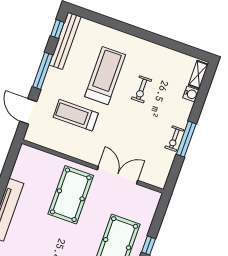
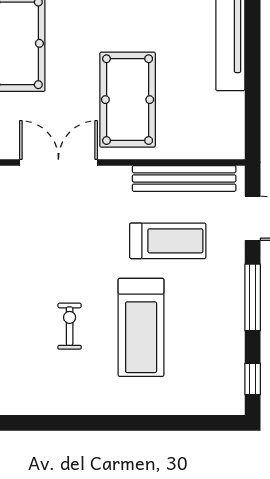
bench: (65, 41) -> (184, 178), moved, turned 90
double door: (117, 175) -> (58, 162), swing flipped

